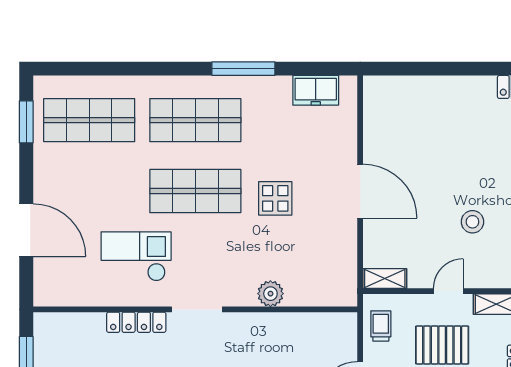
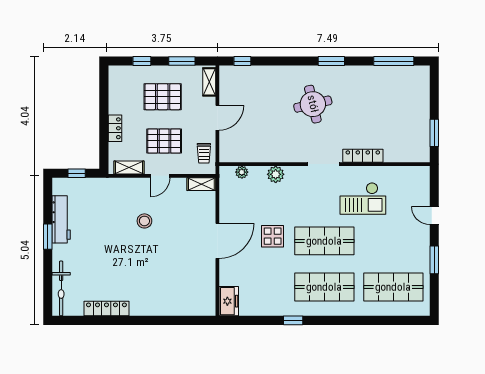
window: (243, 69) -> (293, 320), width x0.46
freezer: (316, 90) -> (229, 301), moved, turned 90
window: (26, 122) -> (434, 260), moved
door: (360, 191) -> (217, 241), swing flipped
door: (26, 230) -> (434, 216), width x0.53
plant: (323, 297) -> (242, 172), added

